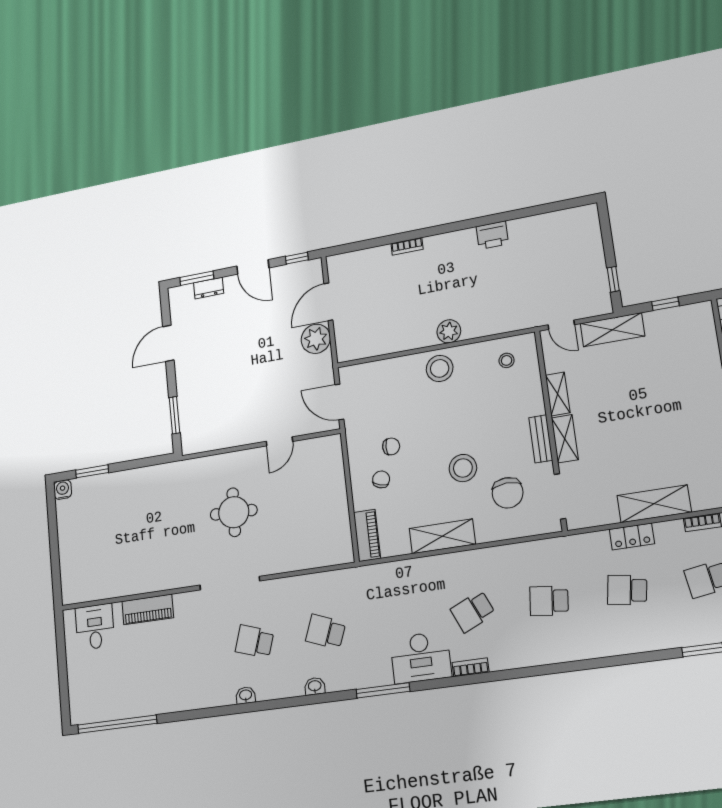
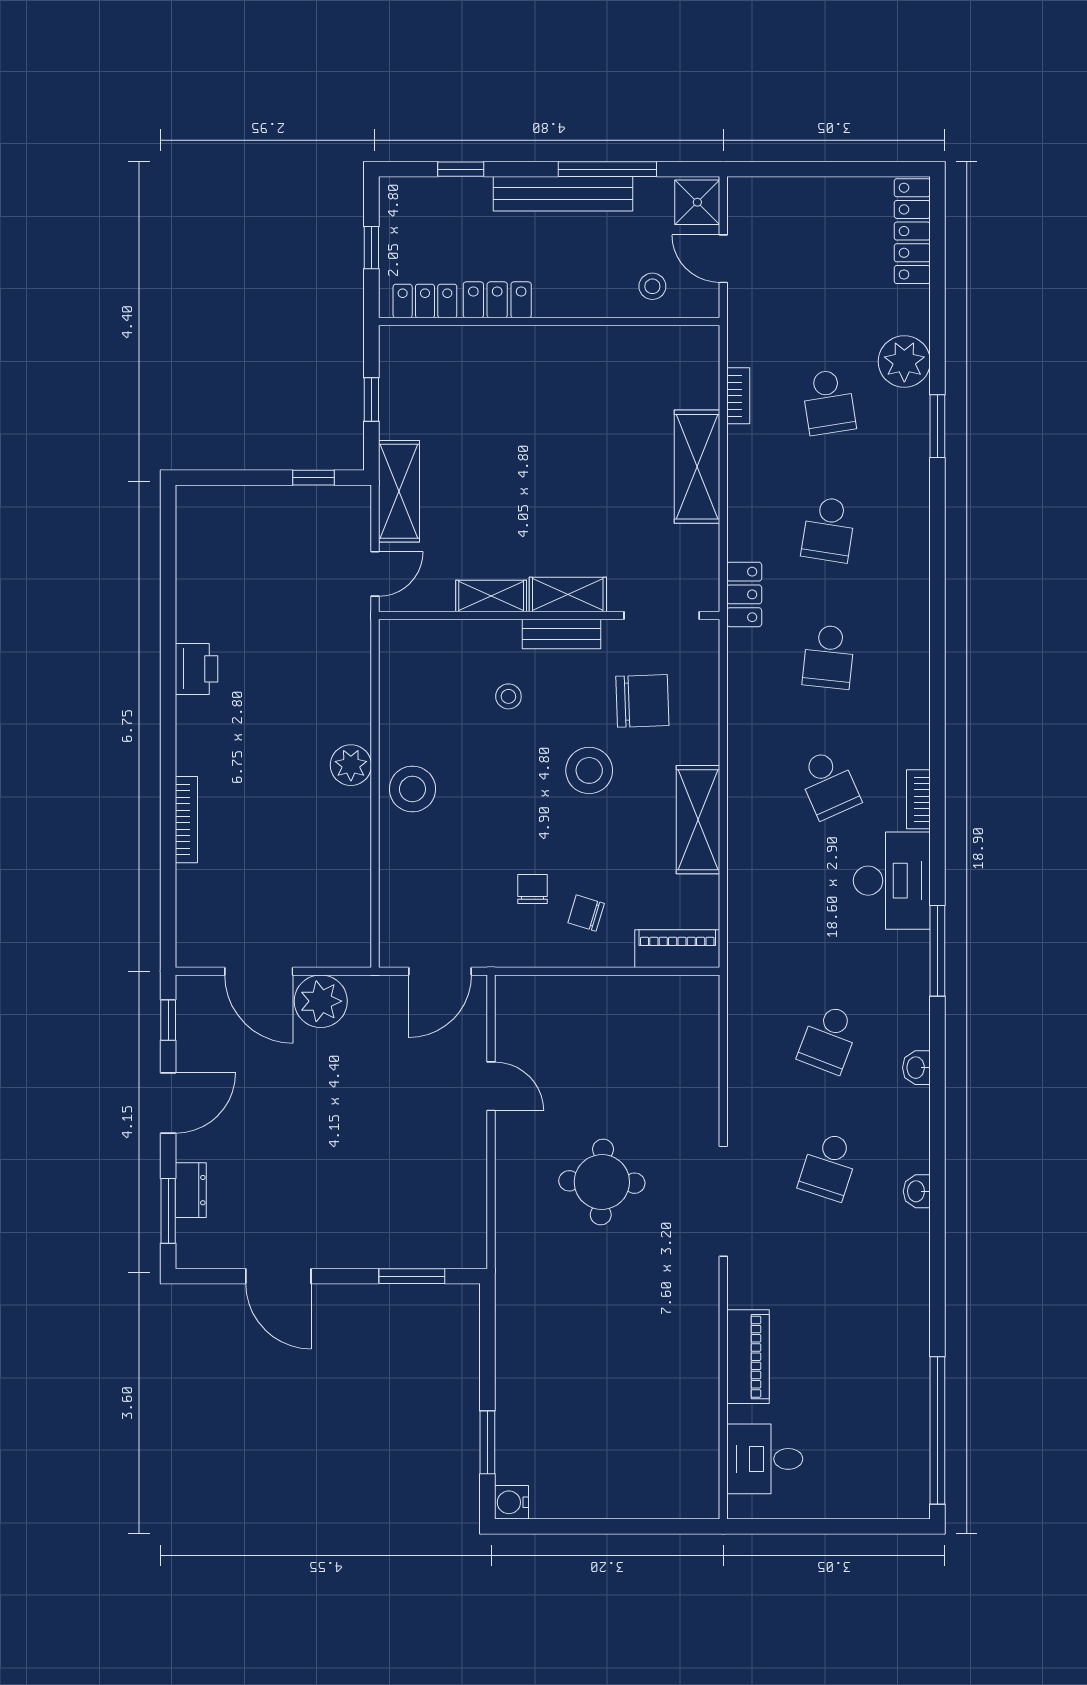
bookcase: (407, 246) -> (186, 820), width x1.56
stool: (507, 360) -> (508, 696), moved
locker: (632, 536) -> (744, 594), moved

